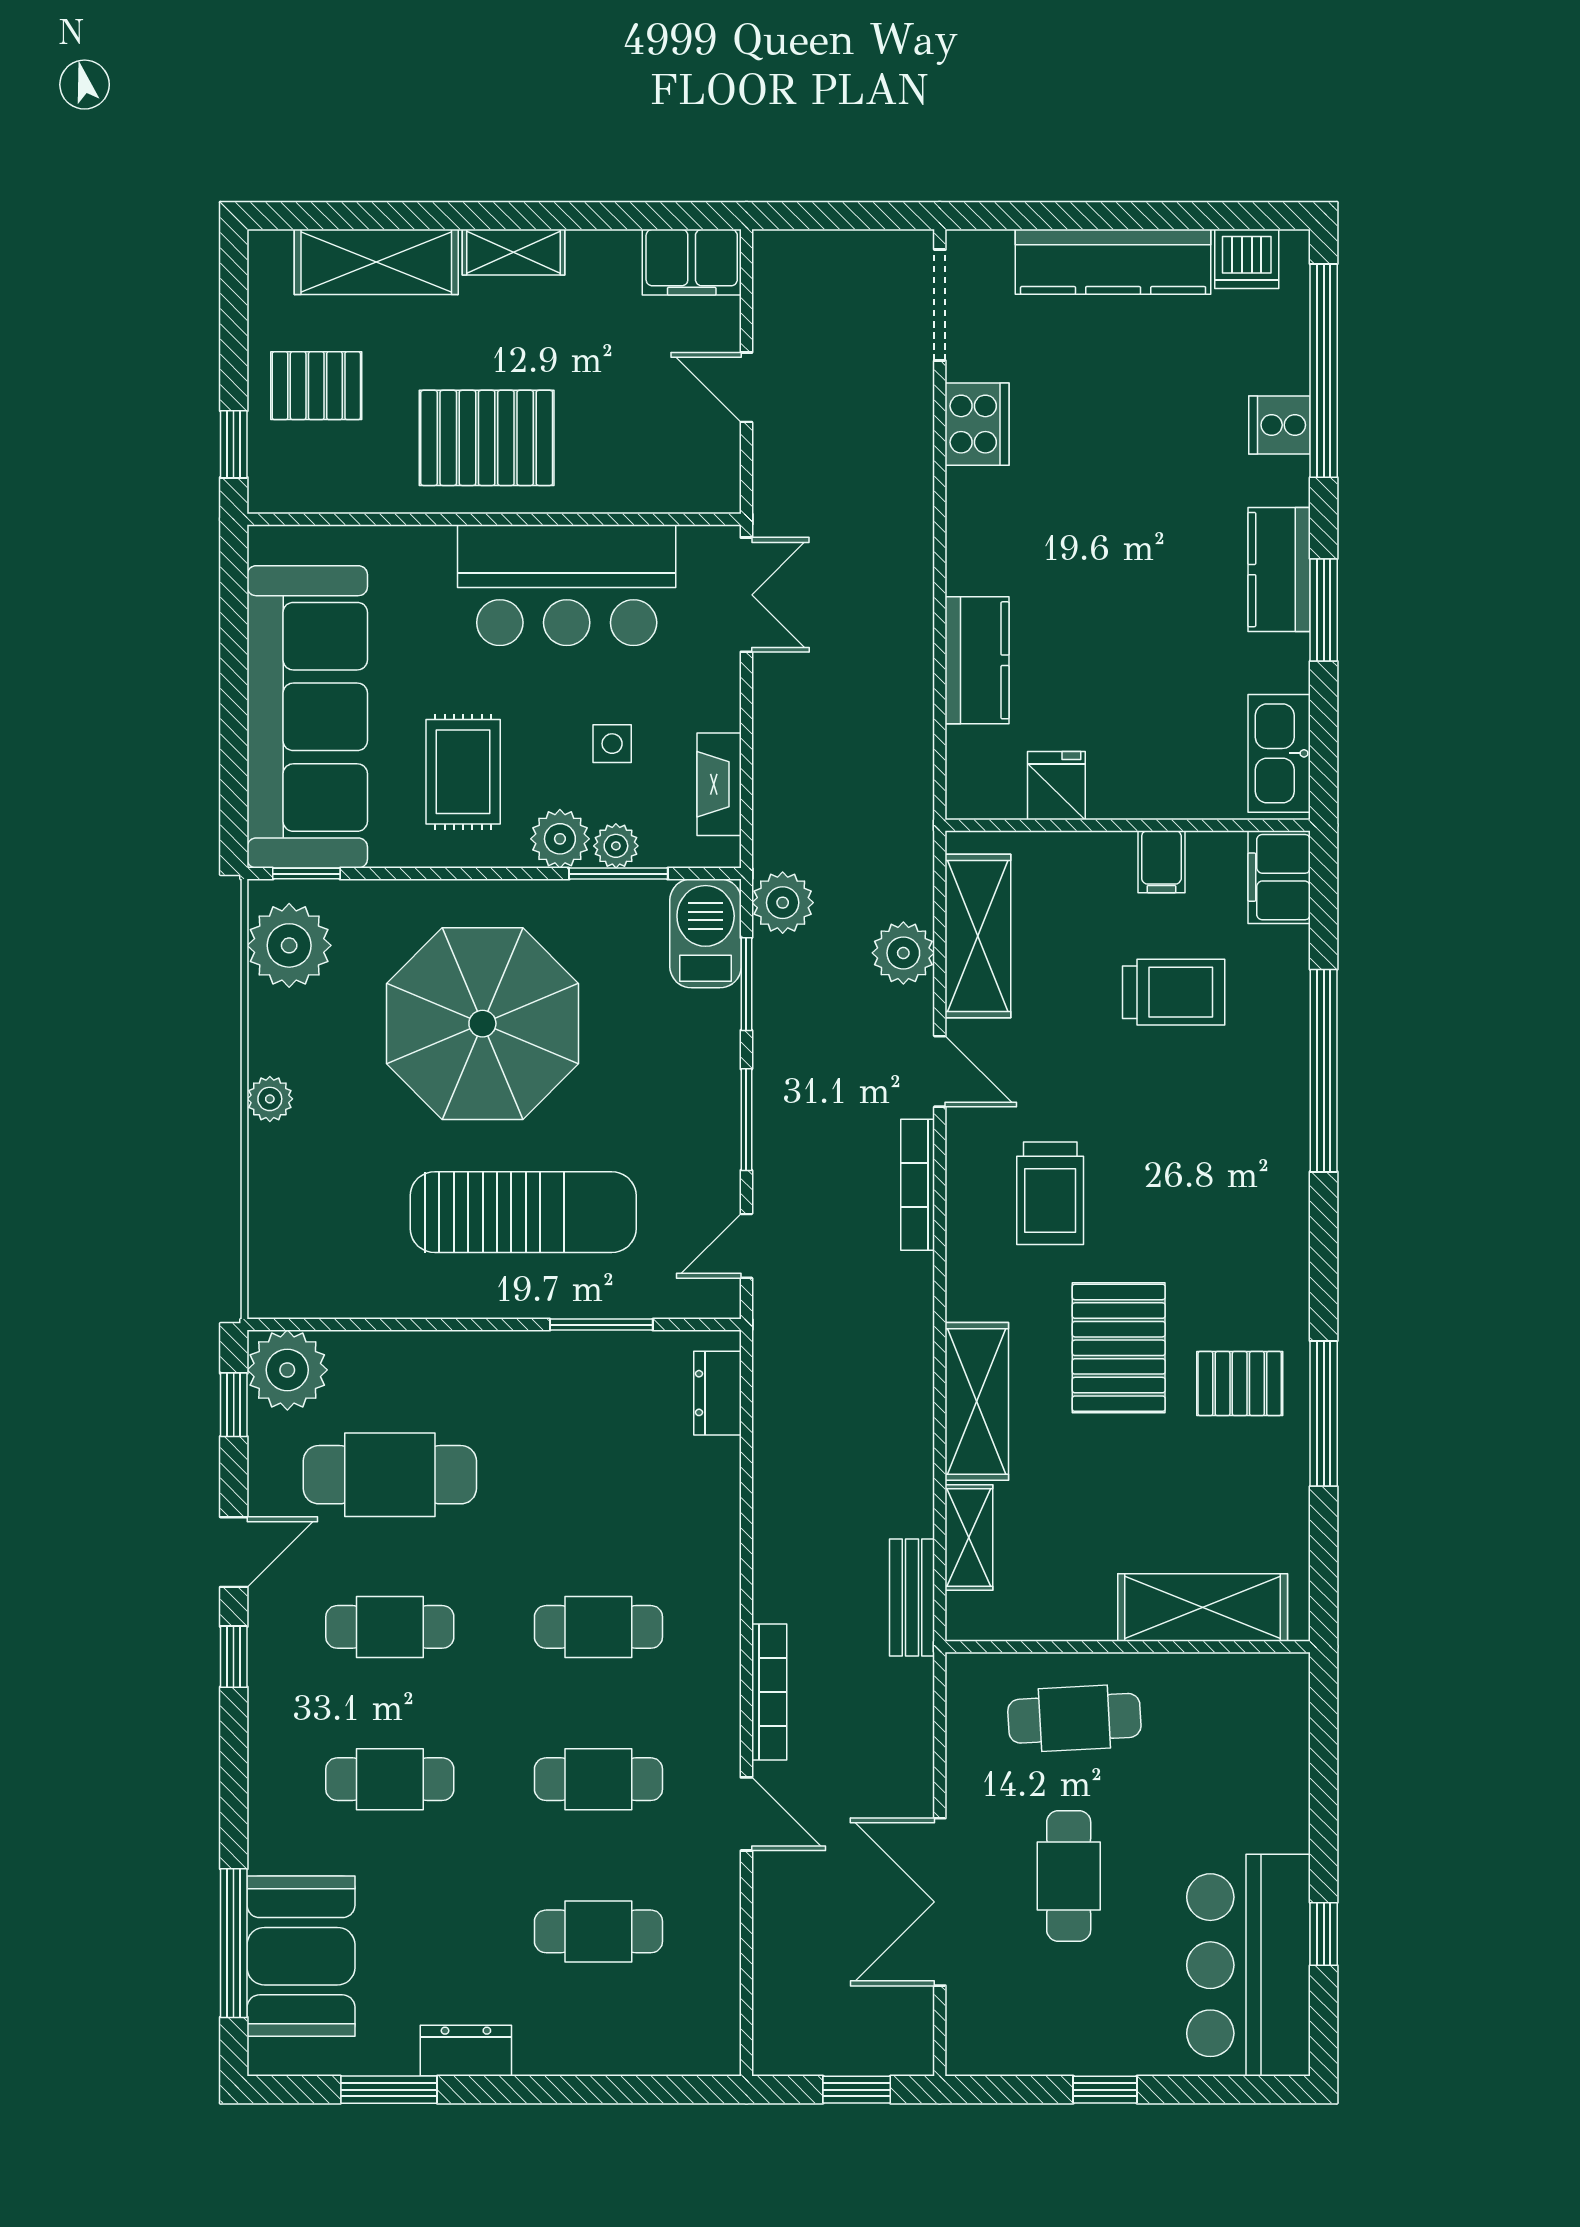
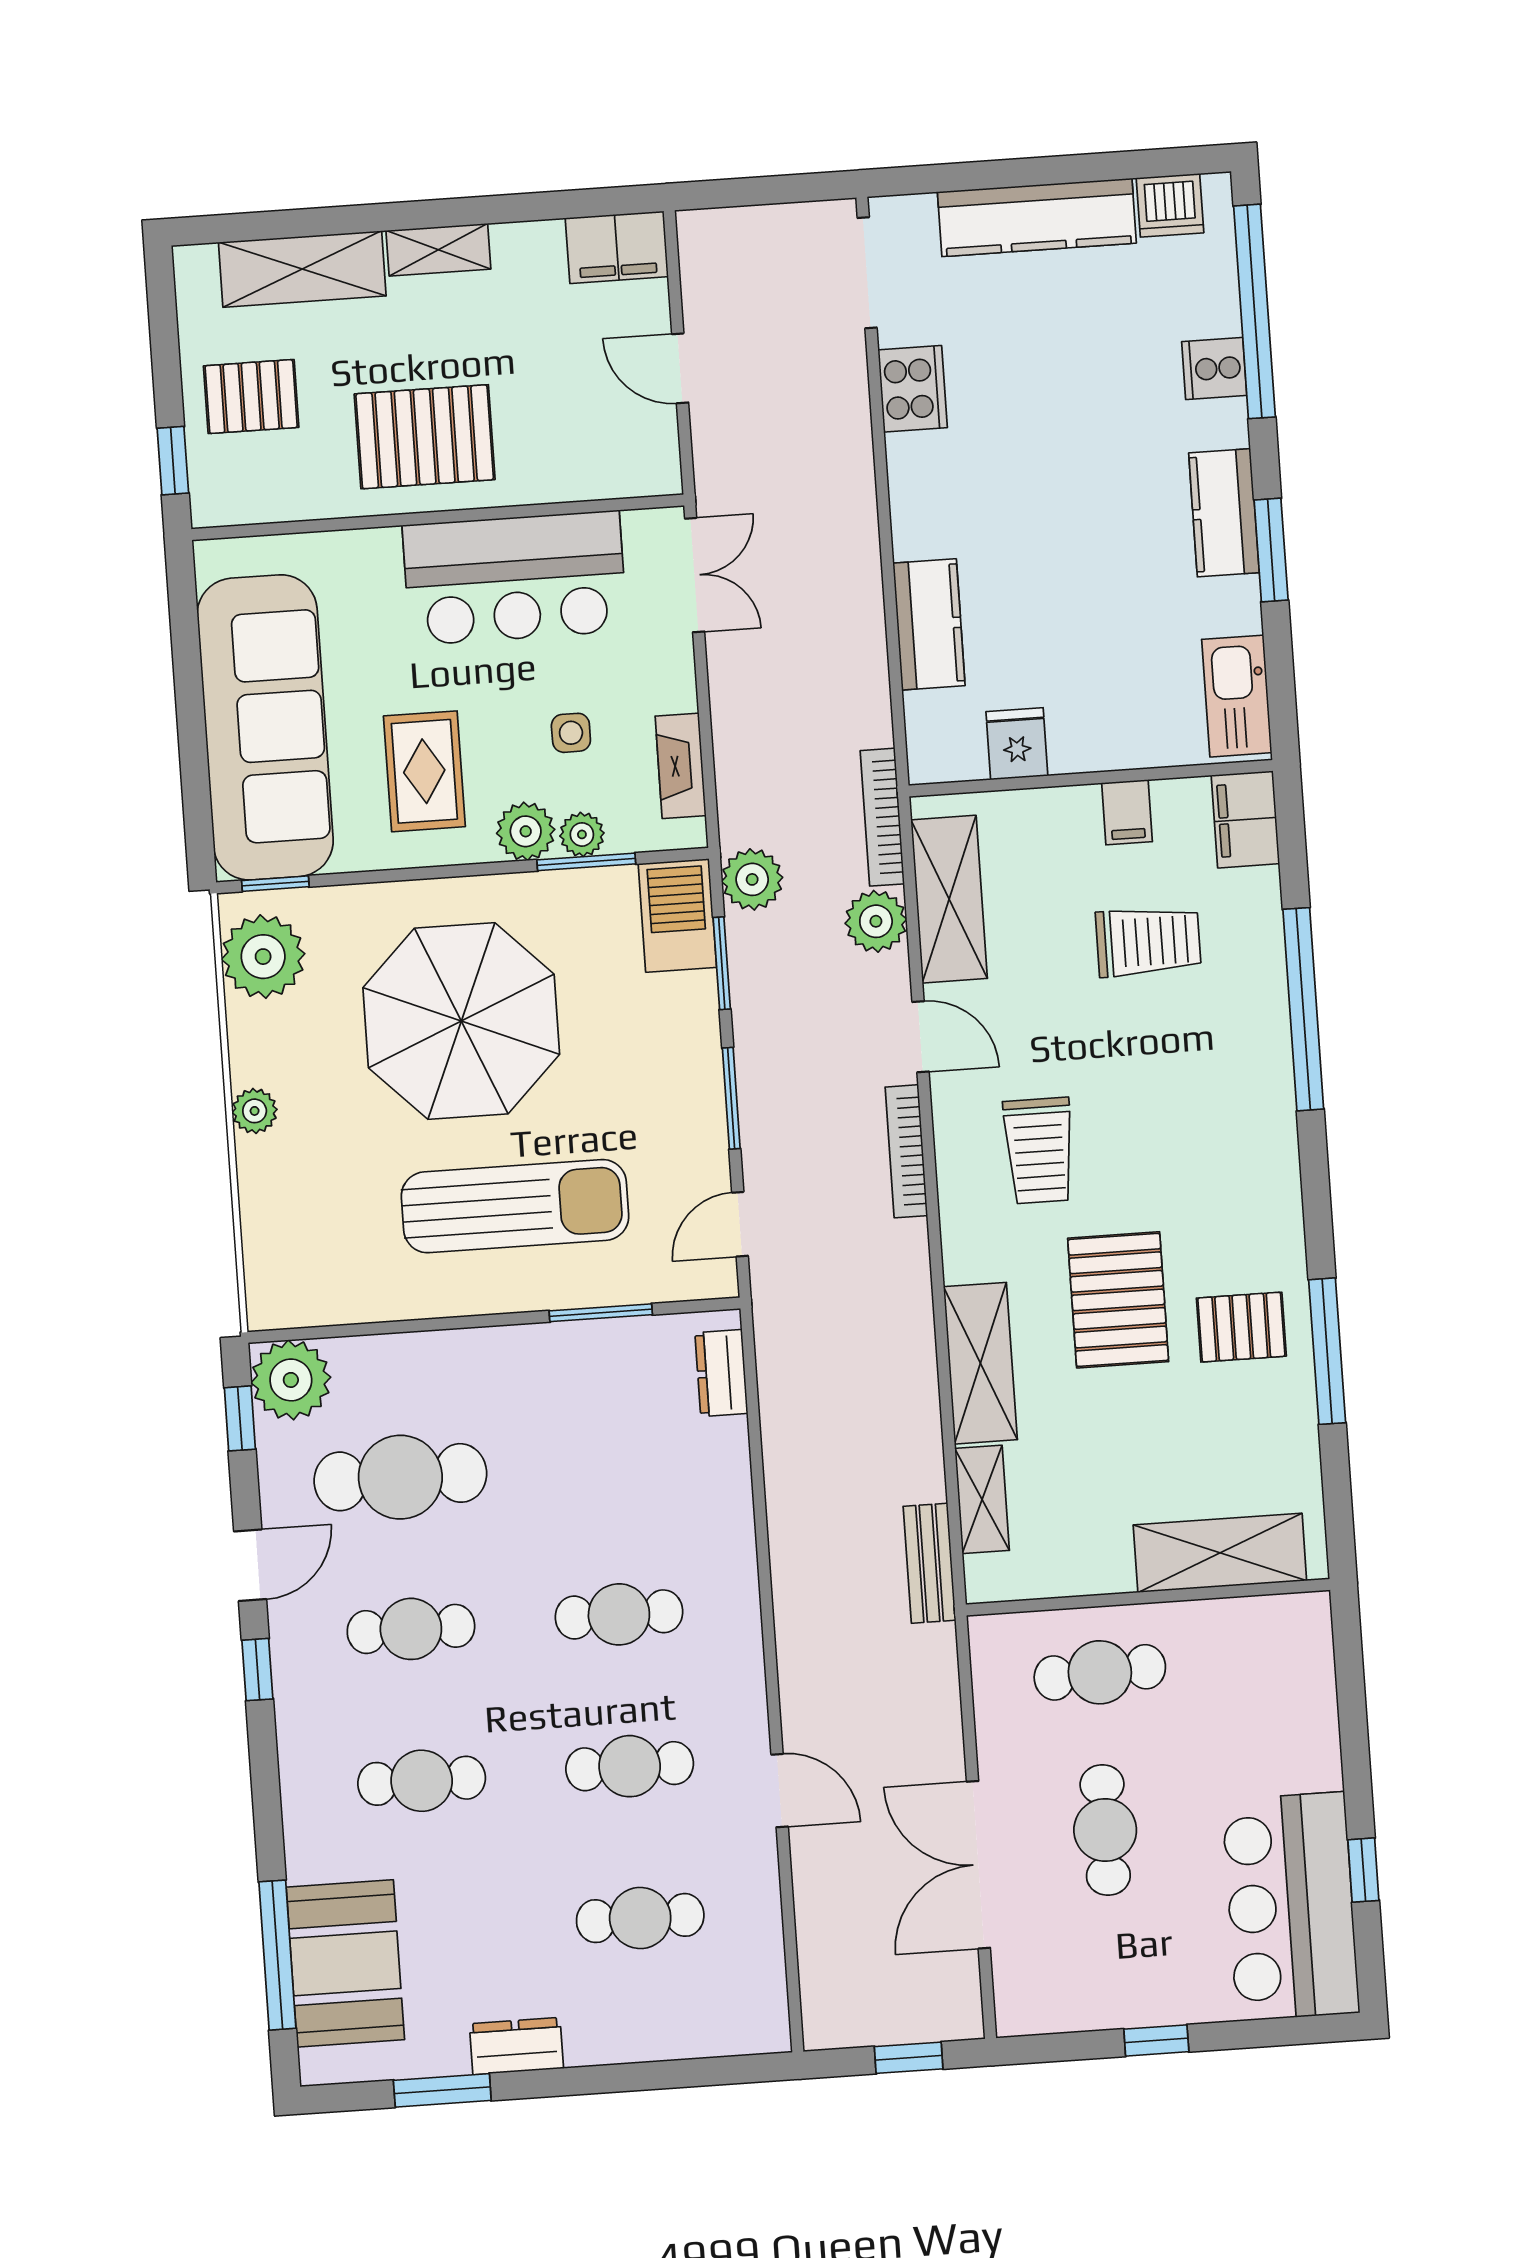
bookcase: (769, 1692) -> (882, 817), moved, turned 180

